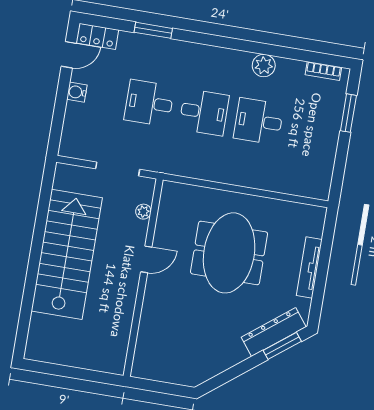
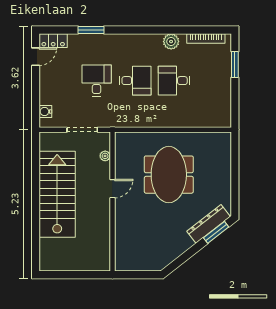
bookcase: (323, 71) -> (206, 38), width x1.56
water cooler: (77, 92) -> (45, 112), moved
desk: (149, 103) -> (97, 81), turned 90
tv unit: (309, 267) -> (226, 175), removed

